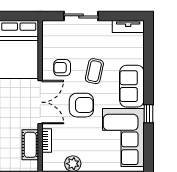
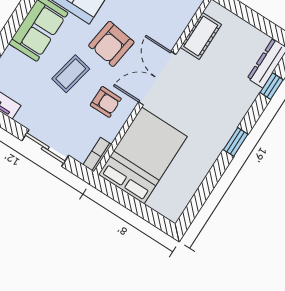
armchair: (81, 105) -> (111, 44), turned -82
bookcase: (47, 140) -> (97, 155), moved

